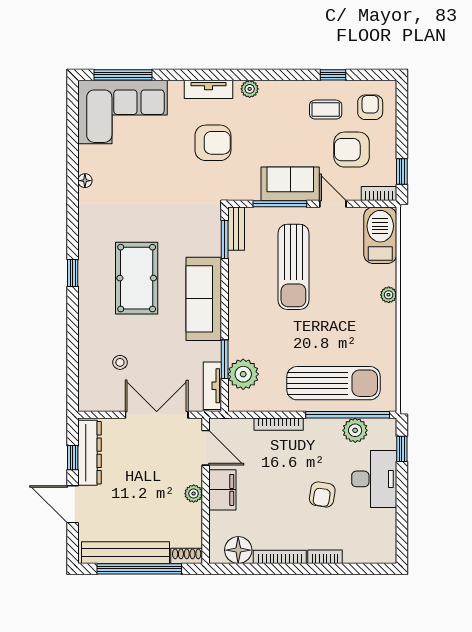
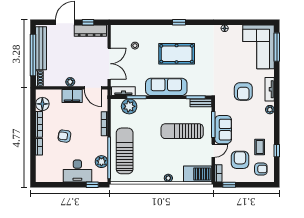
sun lounger: (334, 383) -> (125, 151), turned 180
door: (206, 448) -> (93, 88), hinge flipped
armchair: (322, 494) -> (64, 136), moved

